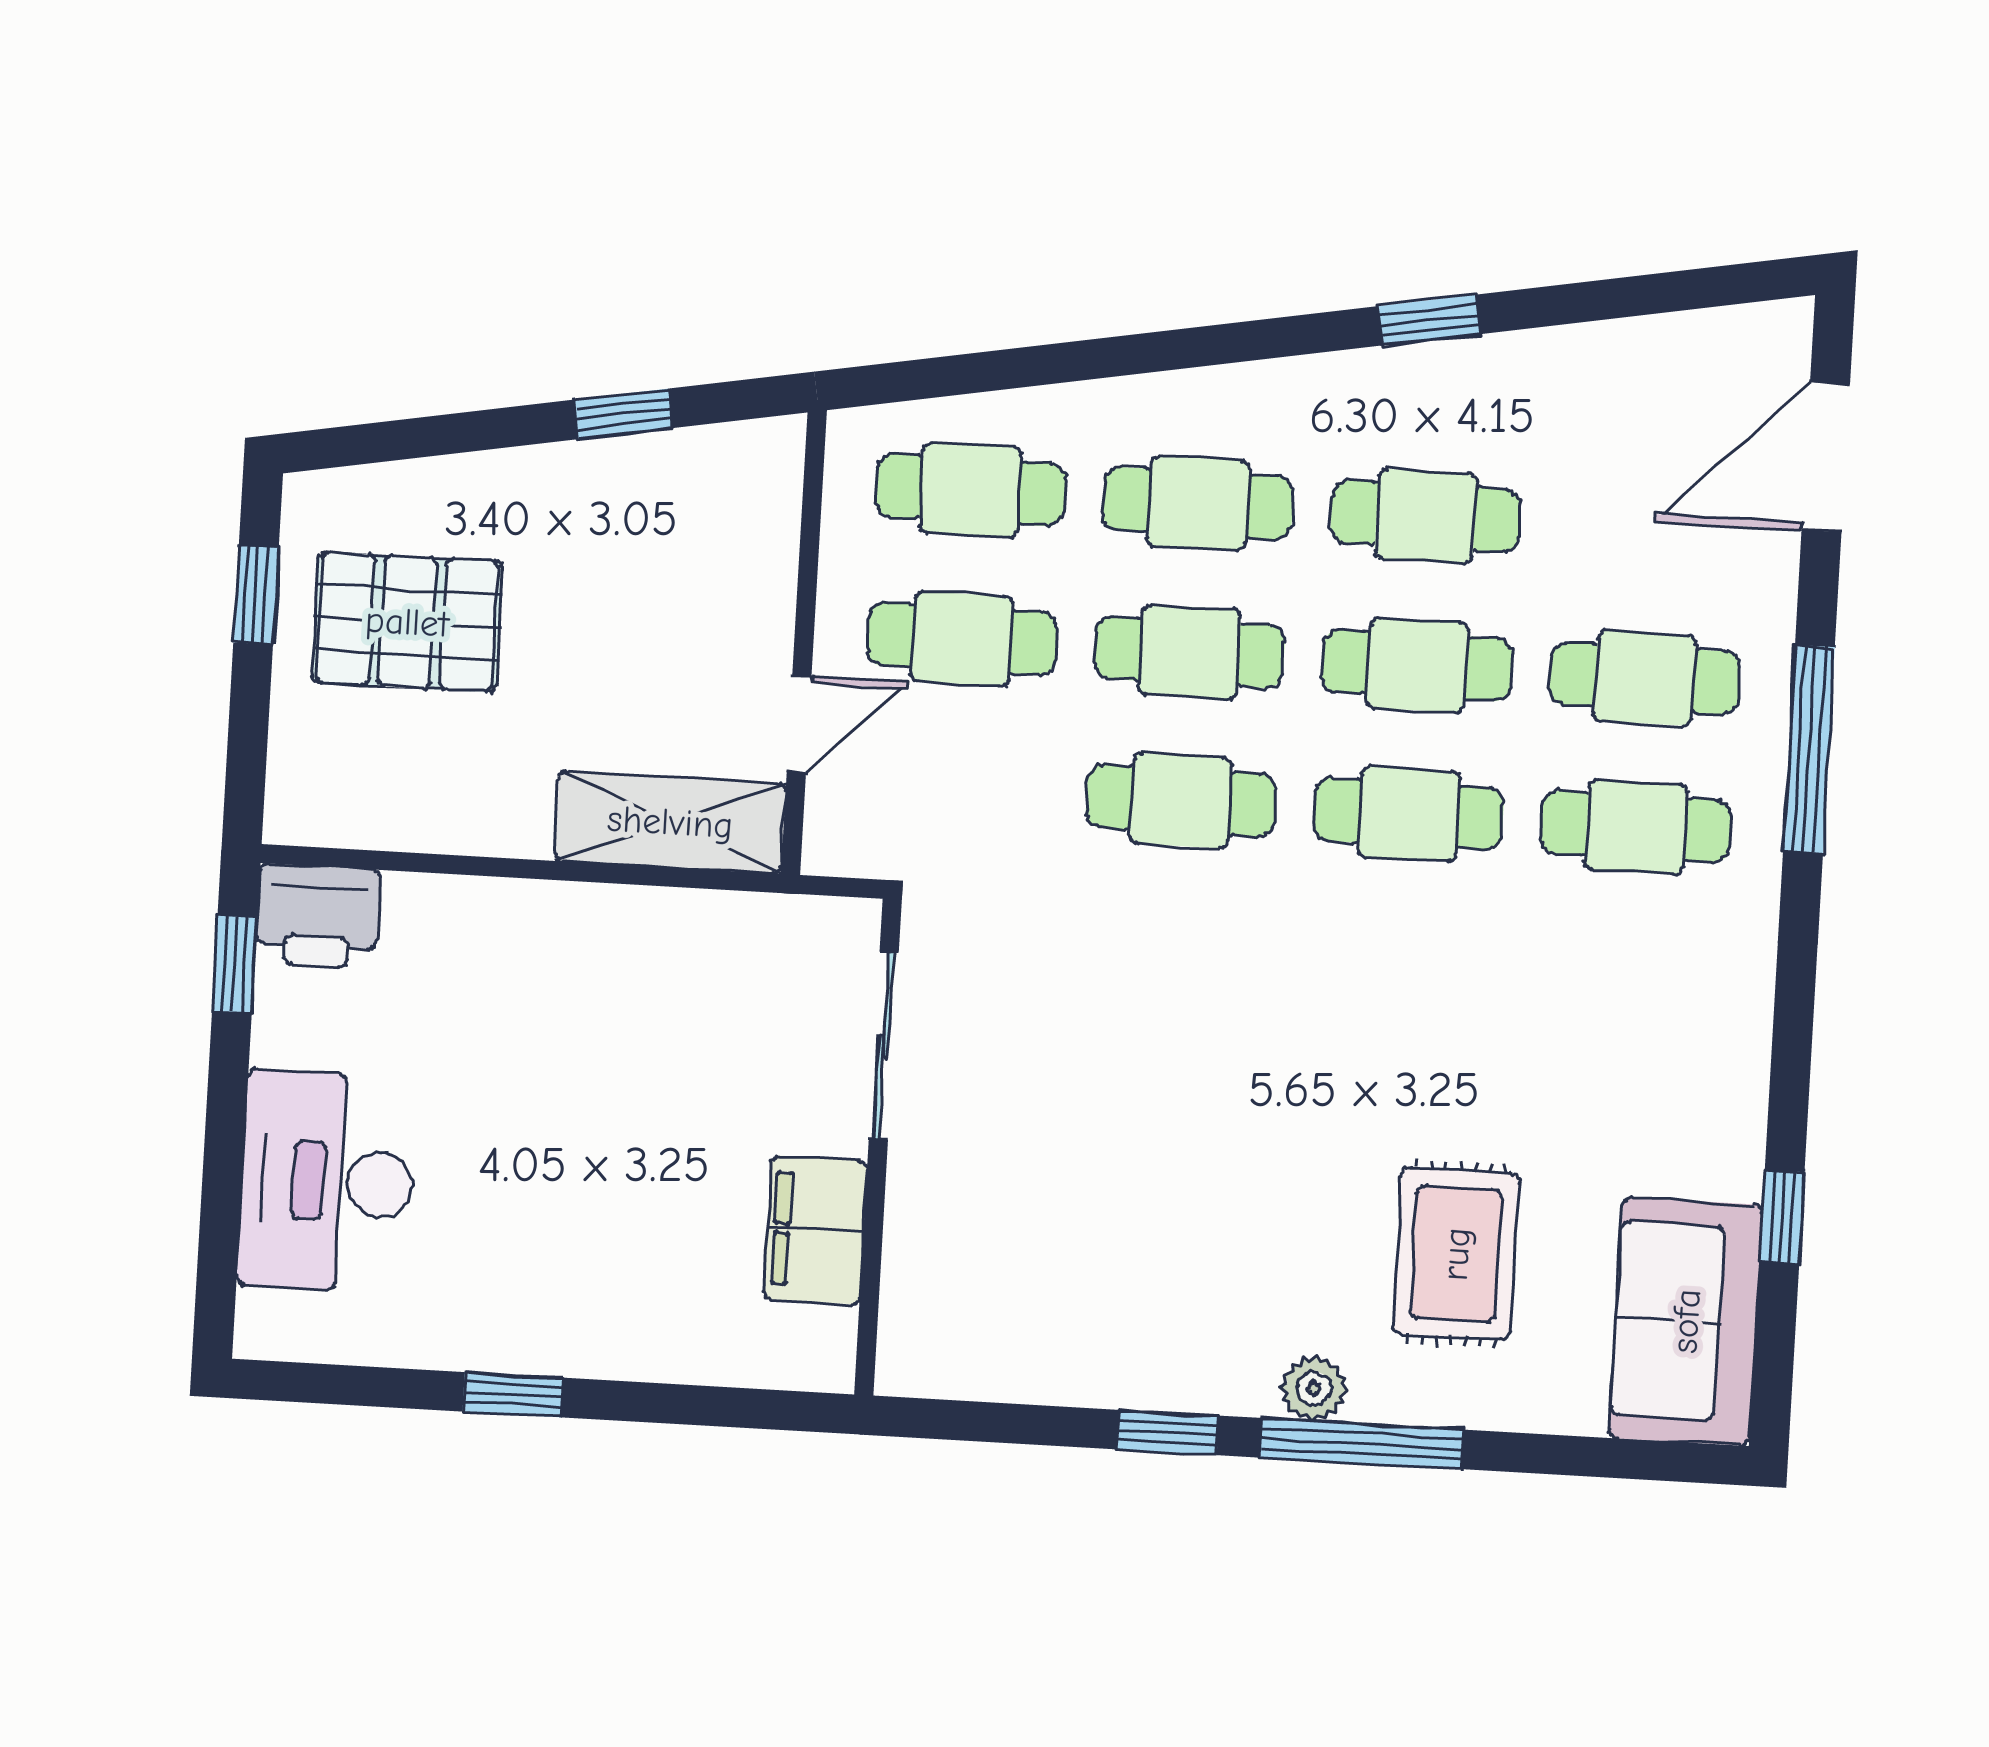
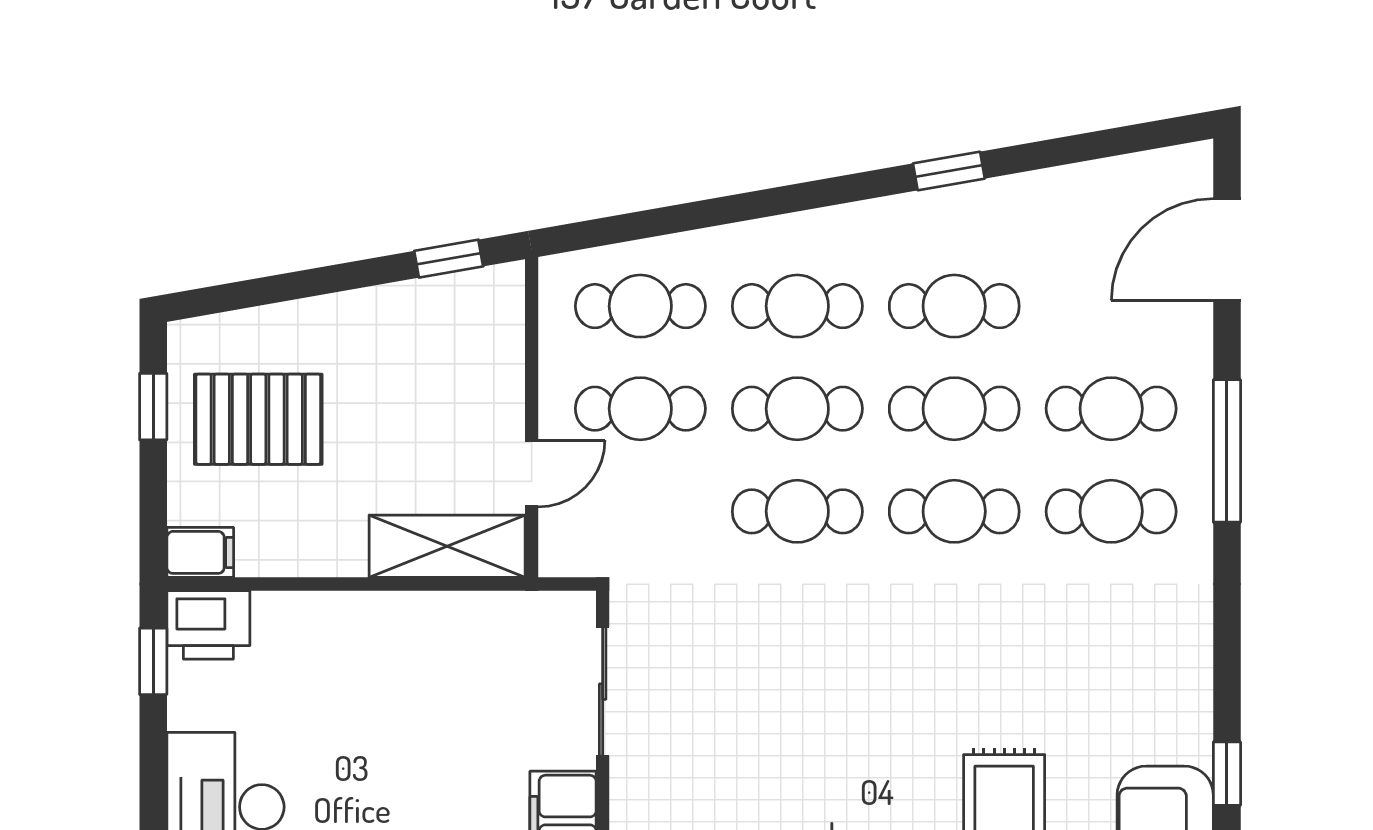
window: (623, 414) -> (449, 259), moved
filing cabinet: (312, 810) -> (200, 552), added

